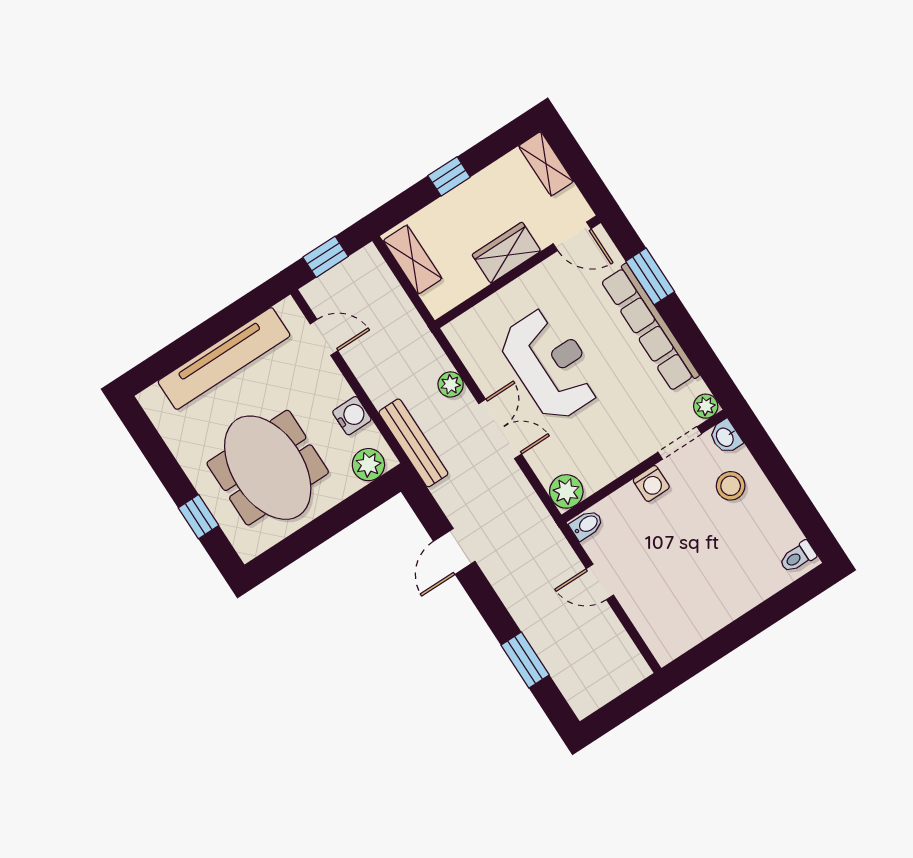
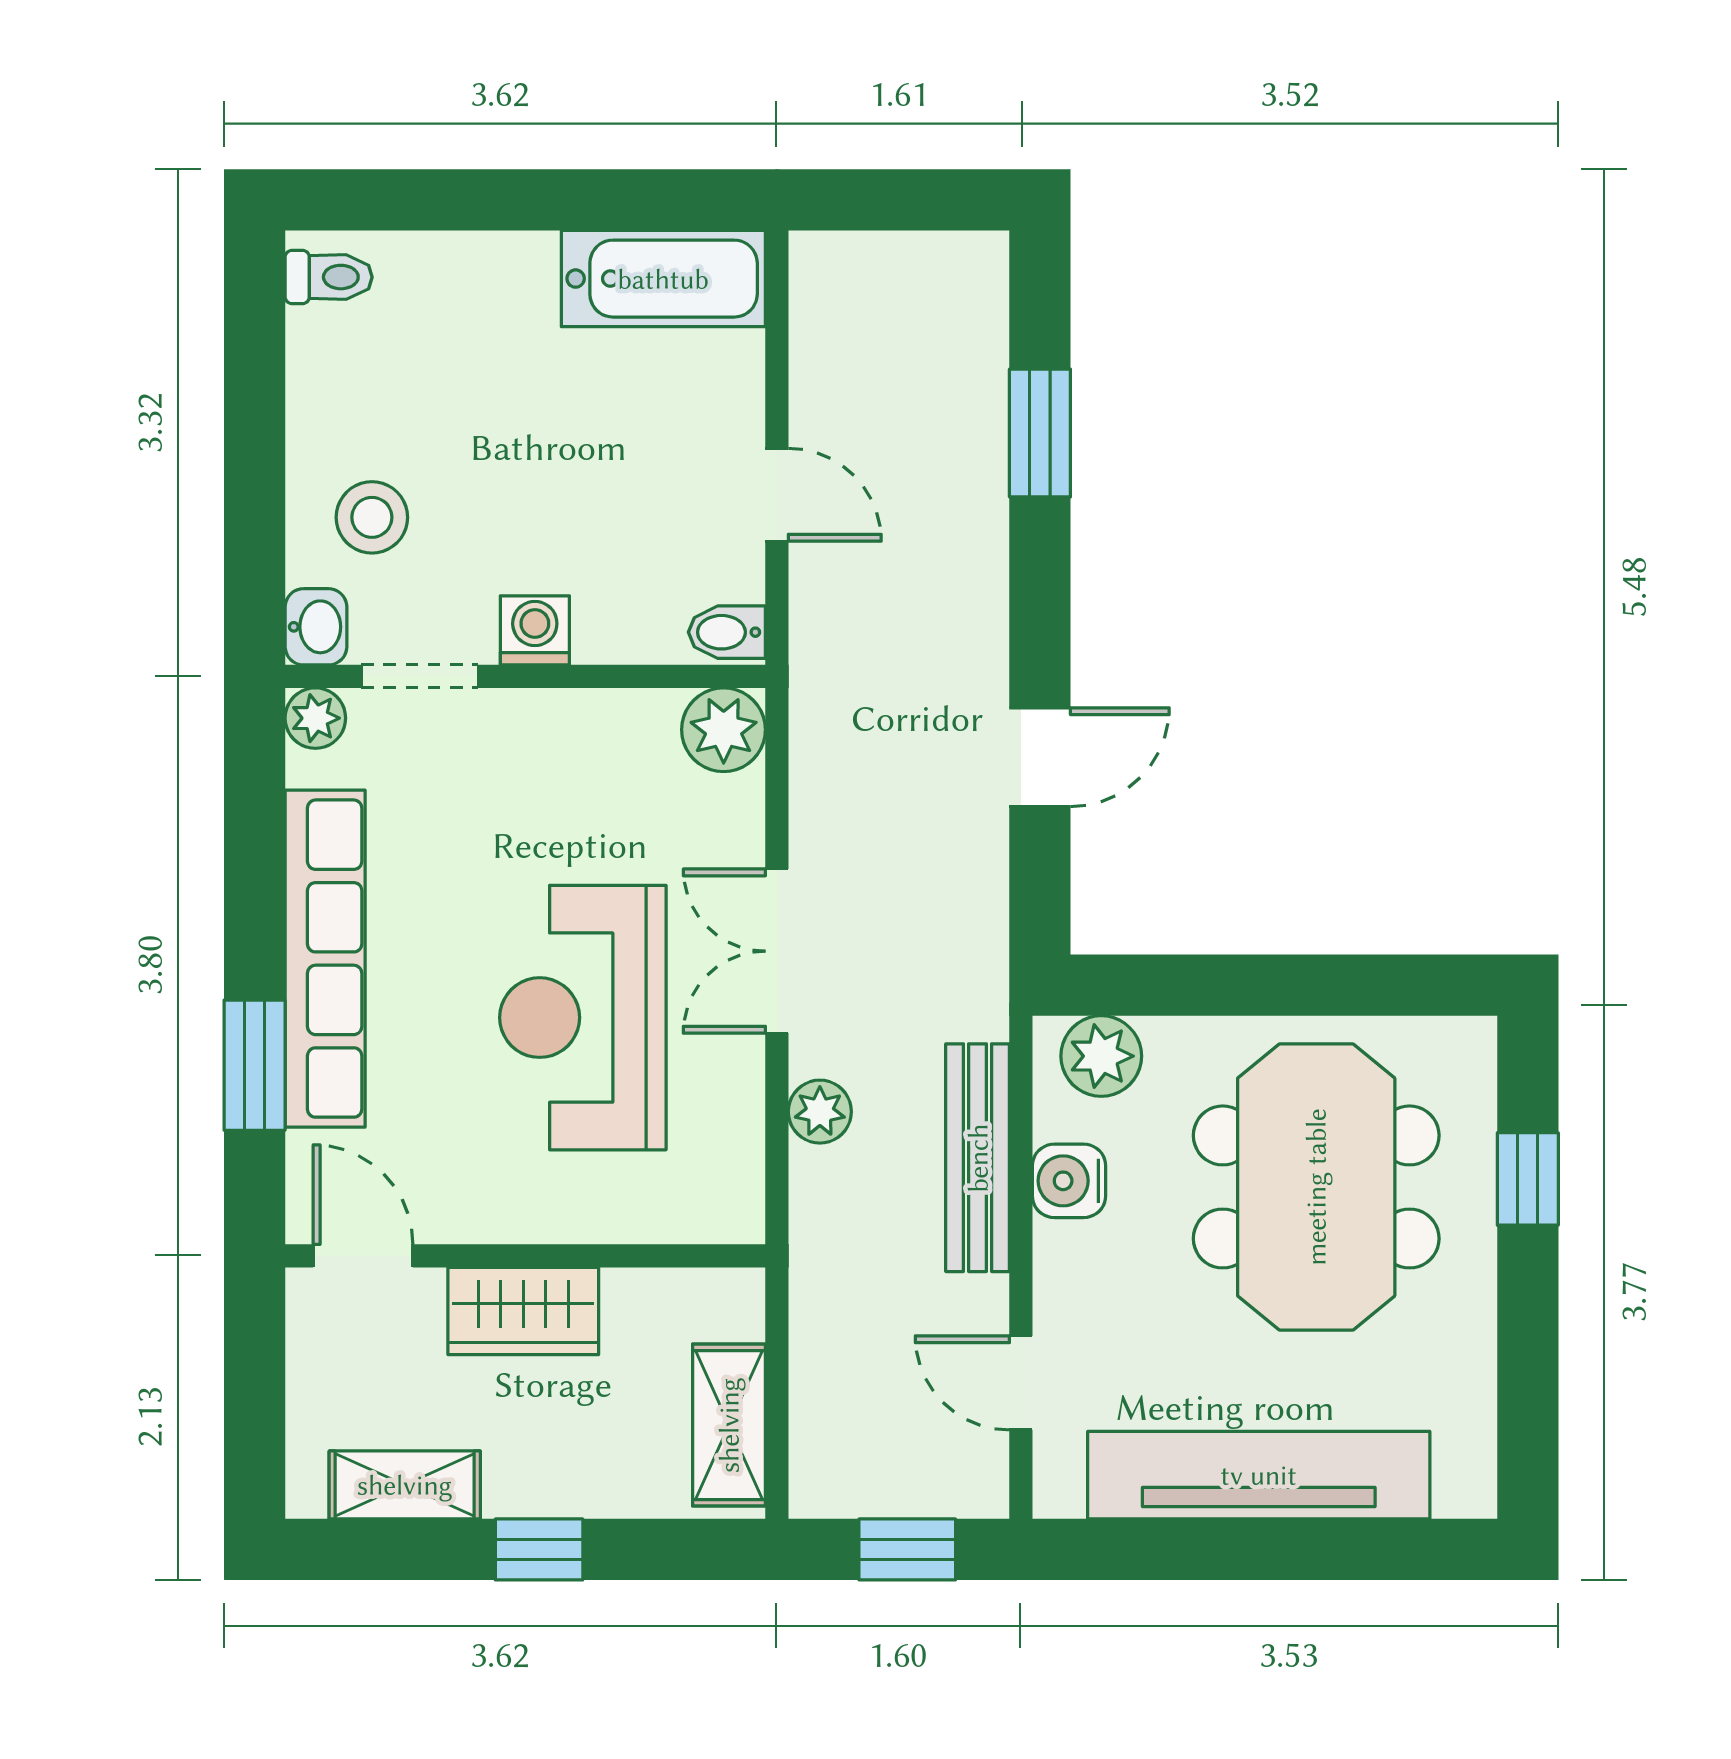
shelving: (546, 164) -> (405, 1485), moved, turned 90
bench: (413, 443) -> (978, 1158), moved
bathtub: (685, 630) -> (663, 279), added

